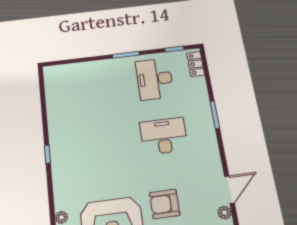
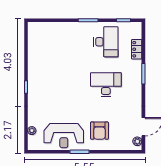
locker: (196, 64) -> (137, 49), moved
desk: (155, 79) -> (106, 42), turned 180
armchair: (165, 204) -> (99, 131), turned -90

